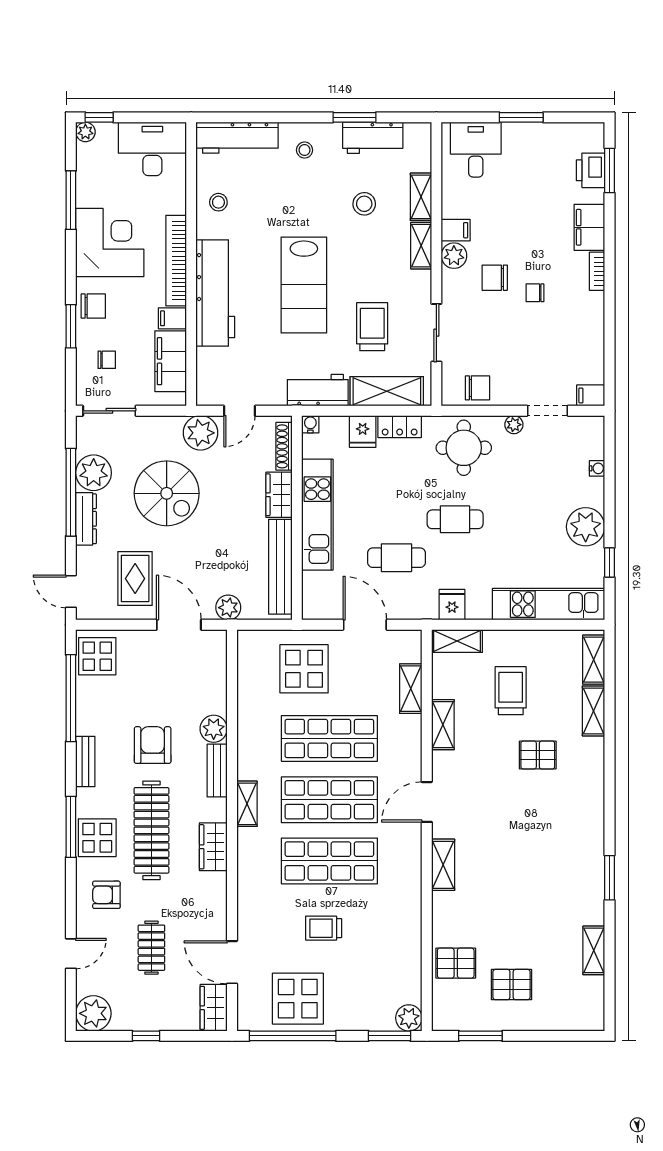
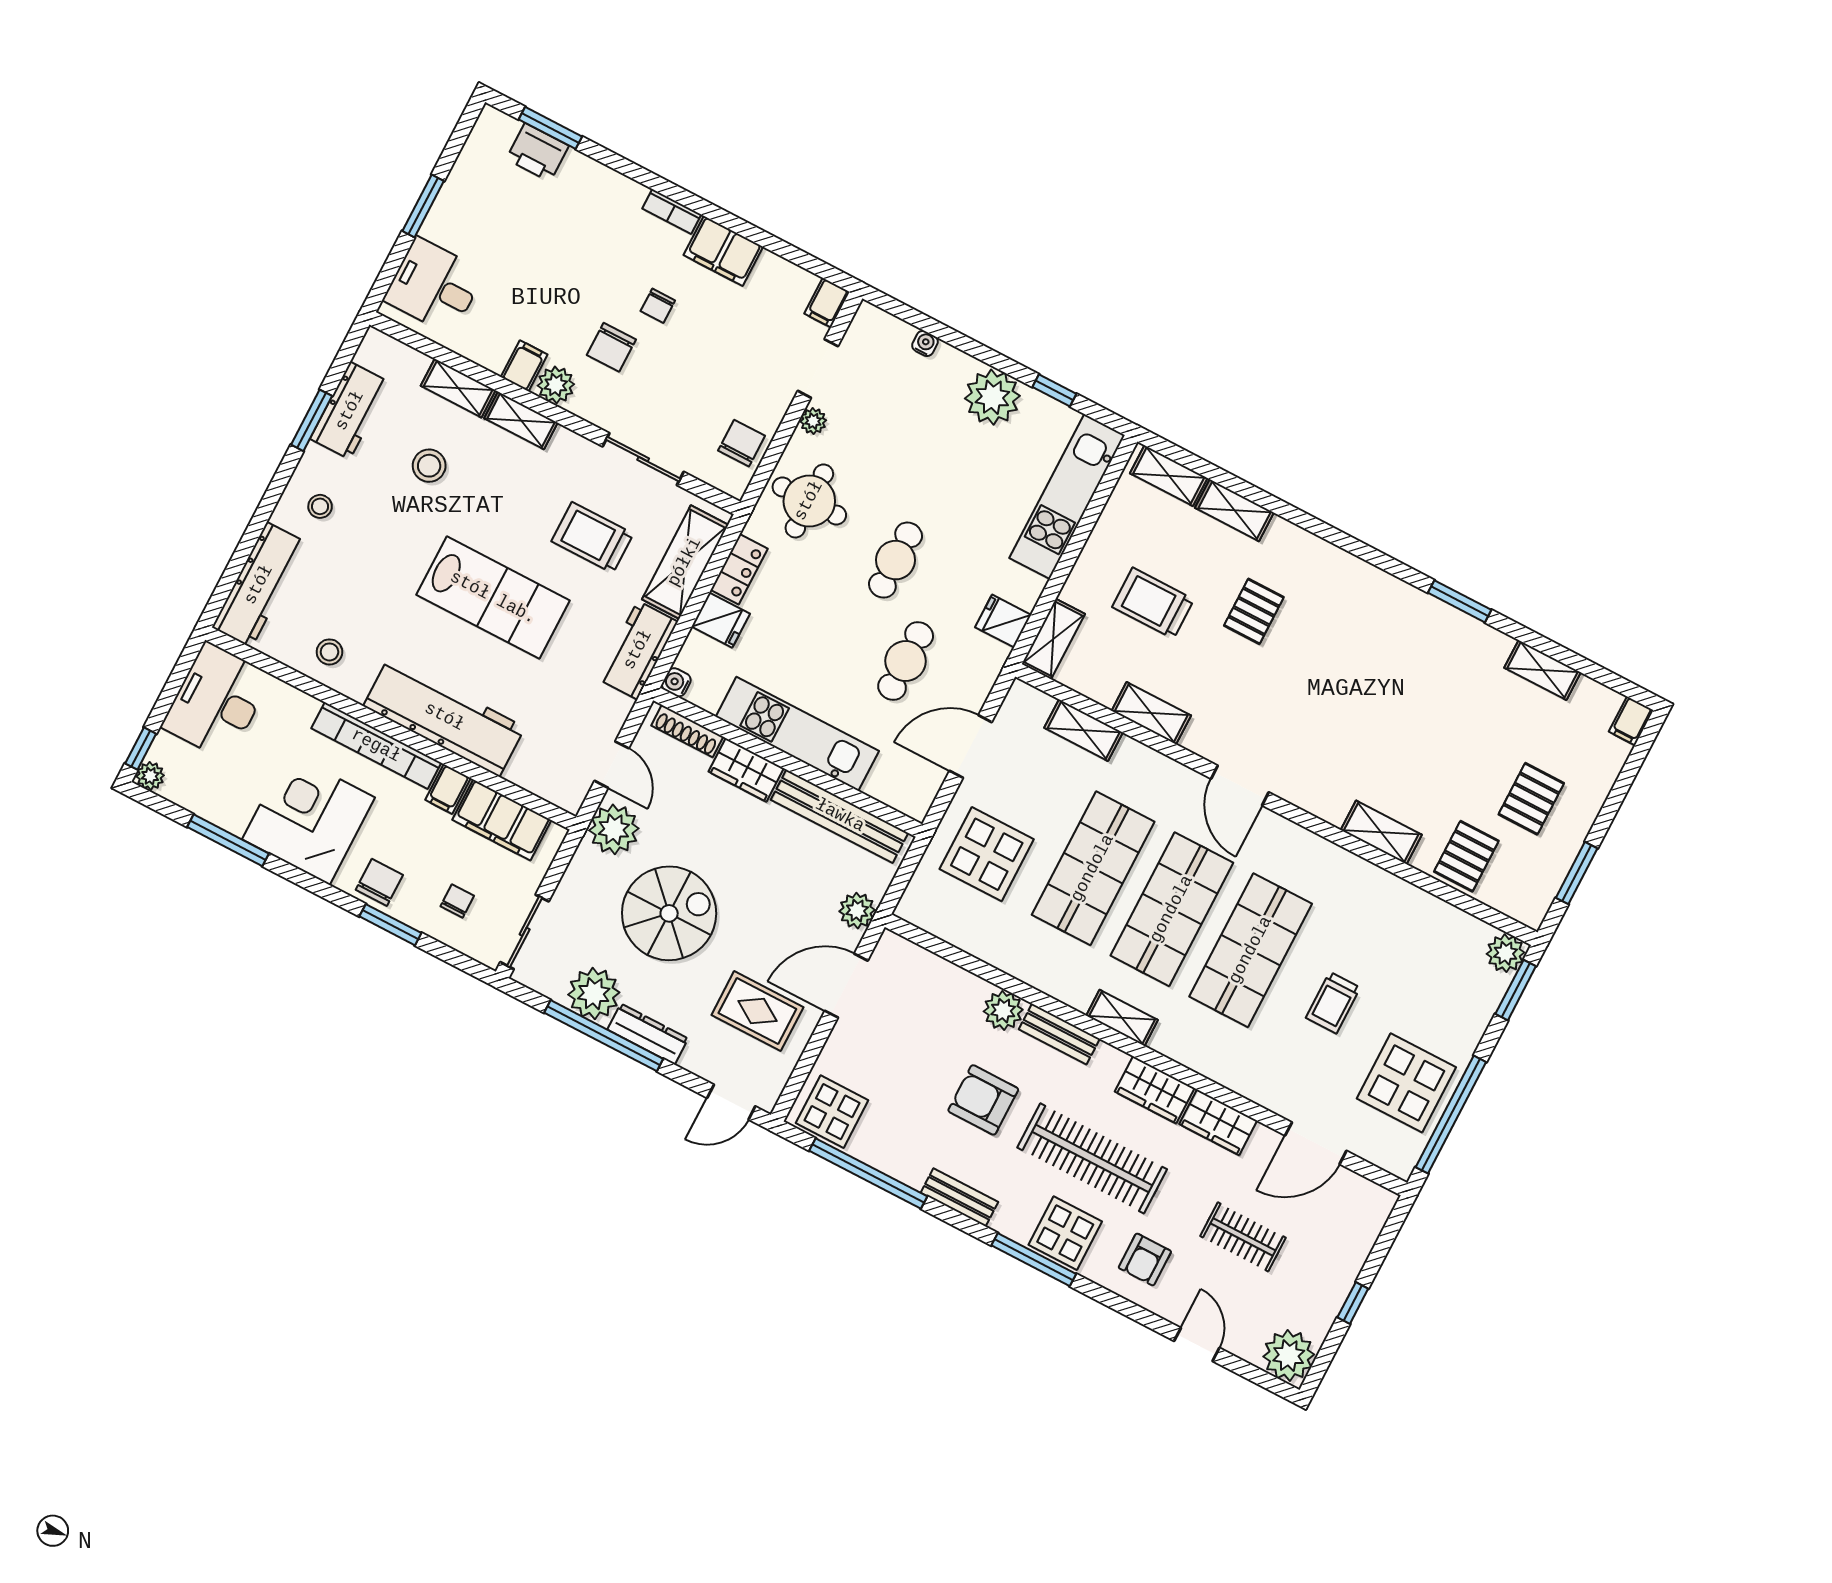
filing cabinet: (589, 227) -> (723, 251), moved
shelving: (443, 865) -> (1381, 832), moved
wardrobe: (214, 1008) -> (1218, 1122), moved
filing cabinet: (591, 1021) -> (1631, 721), added

